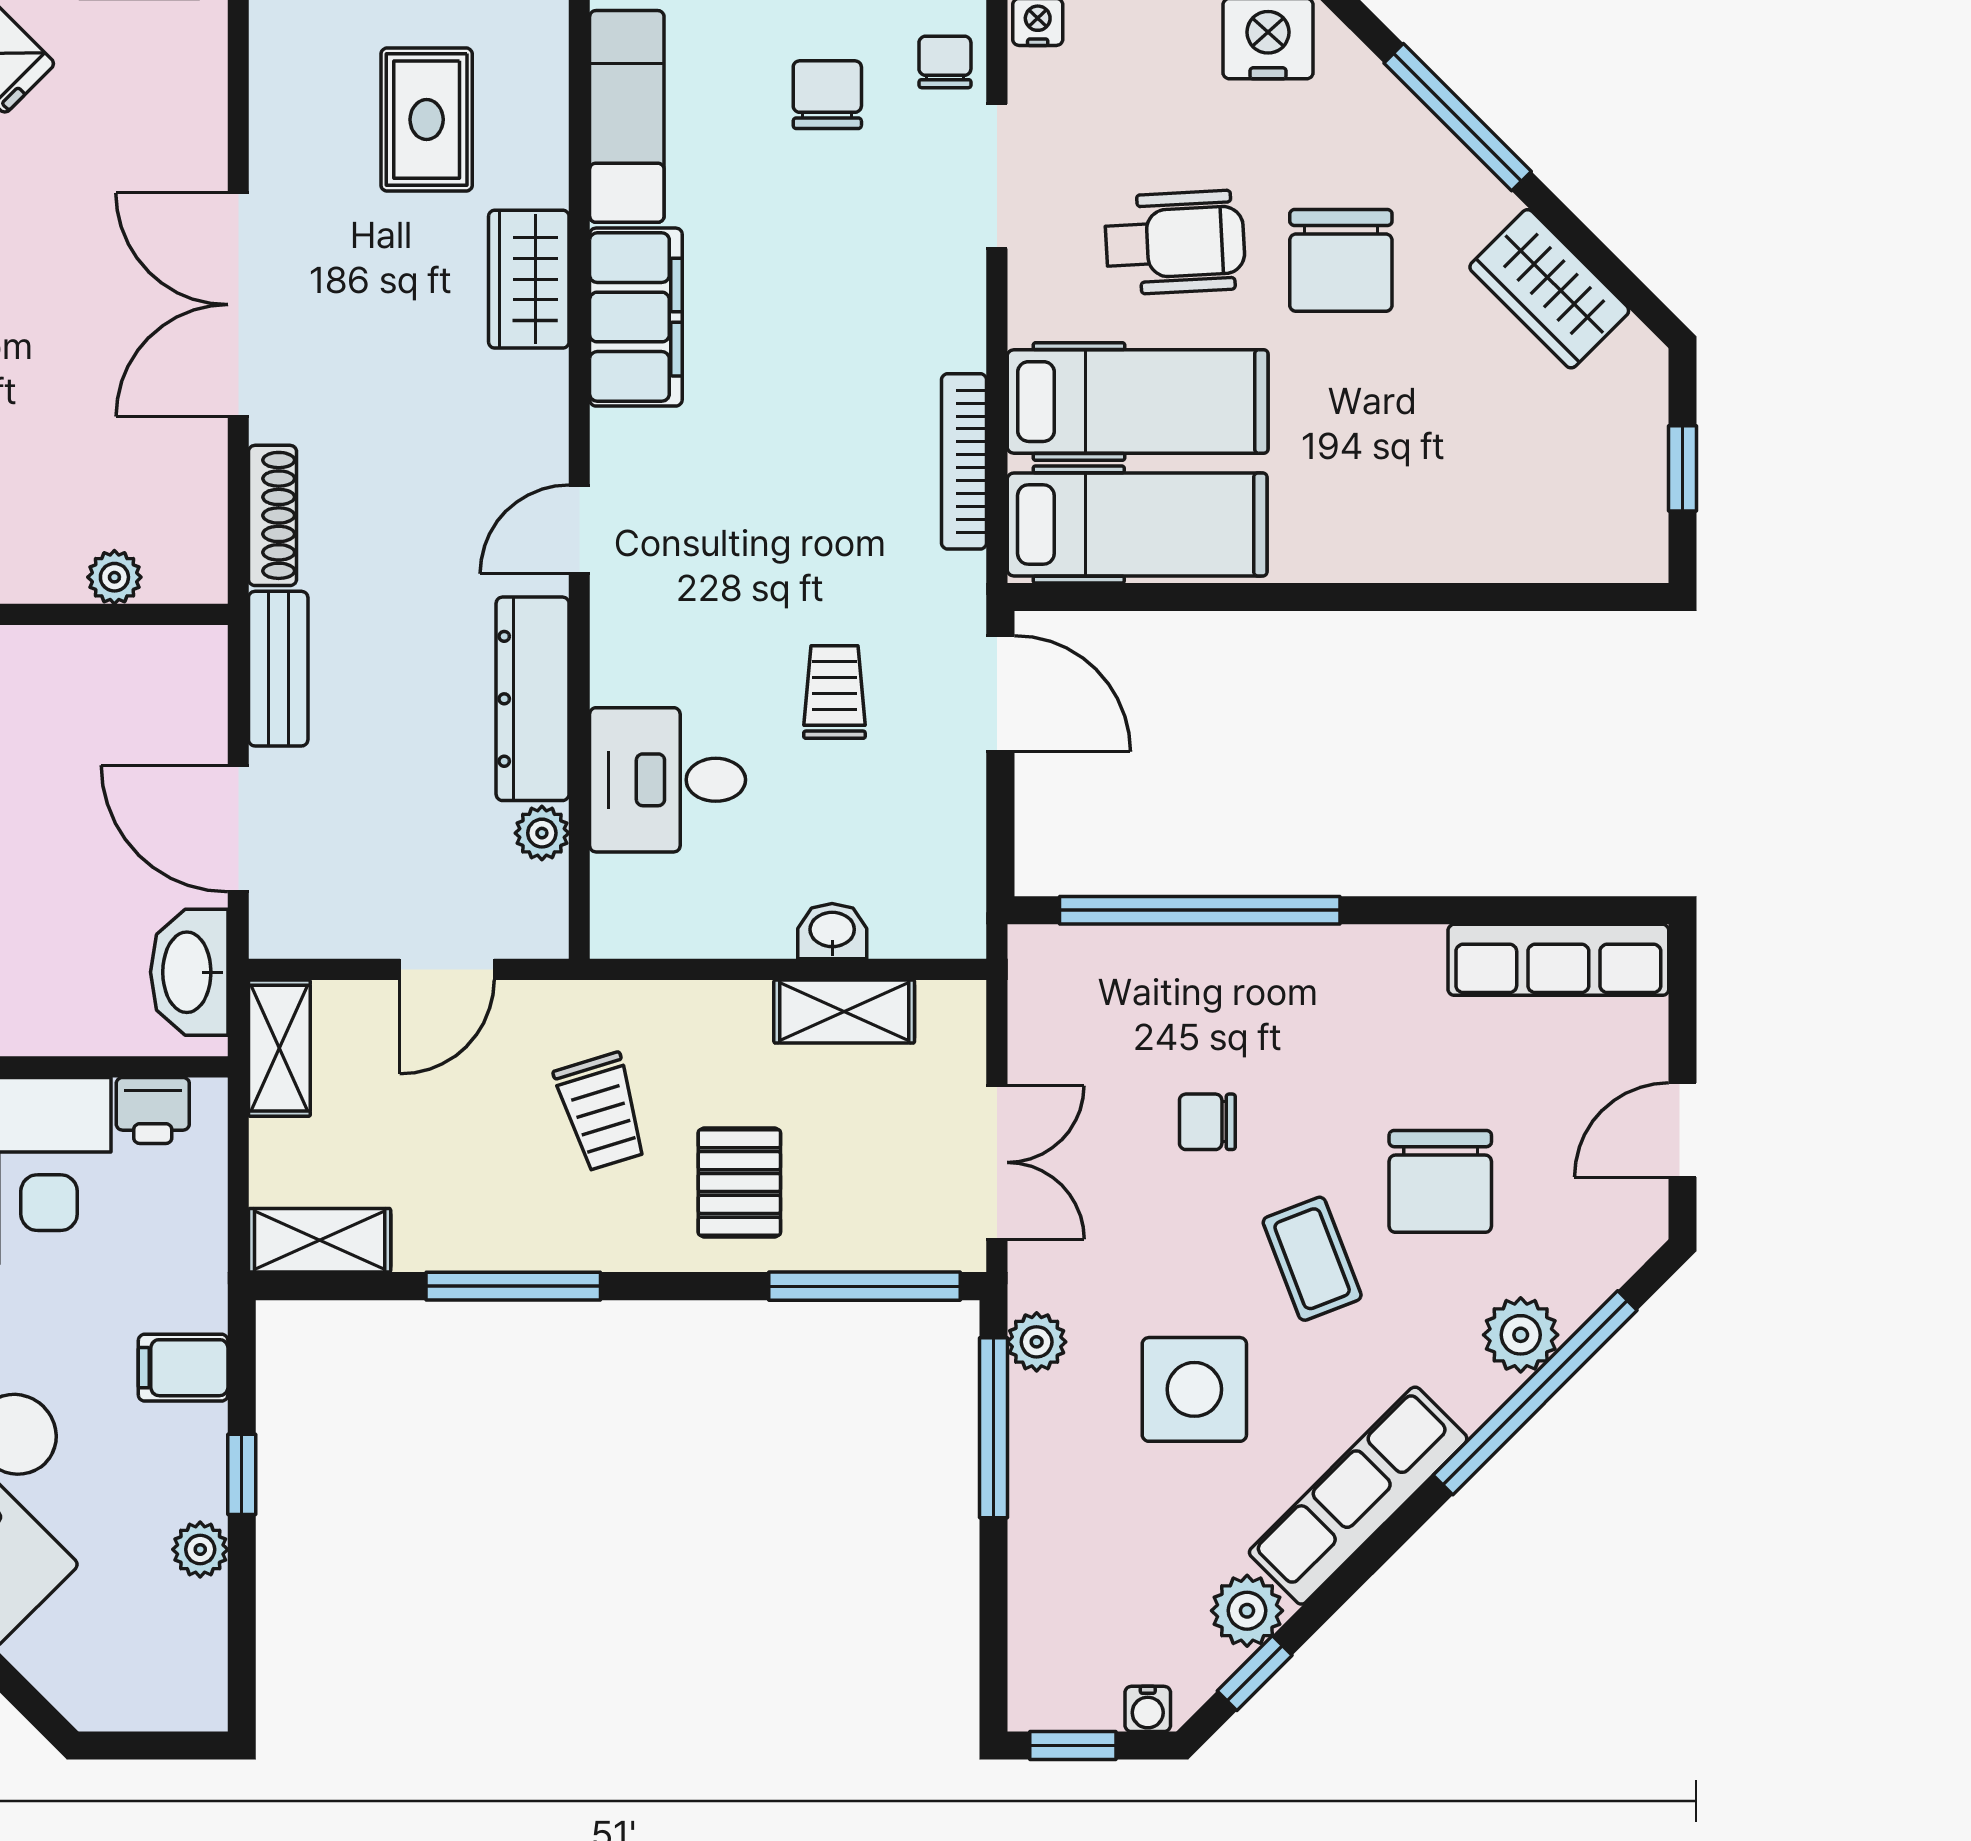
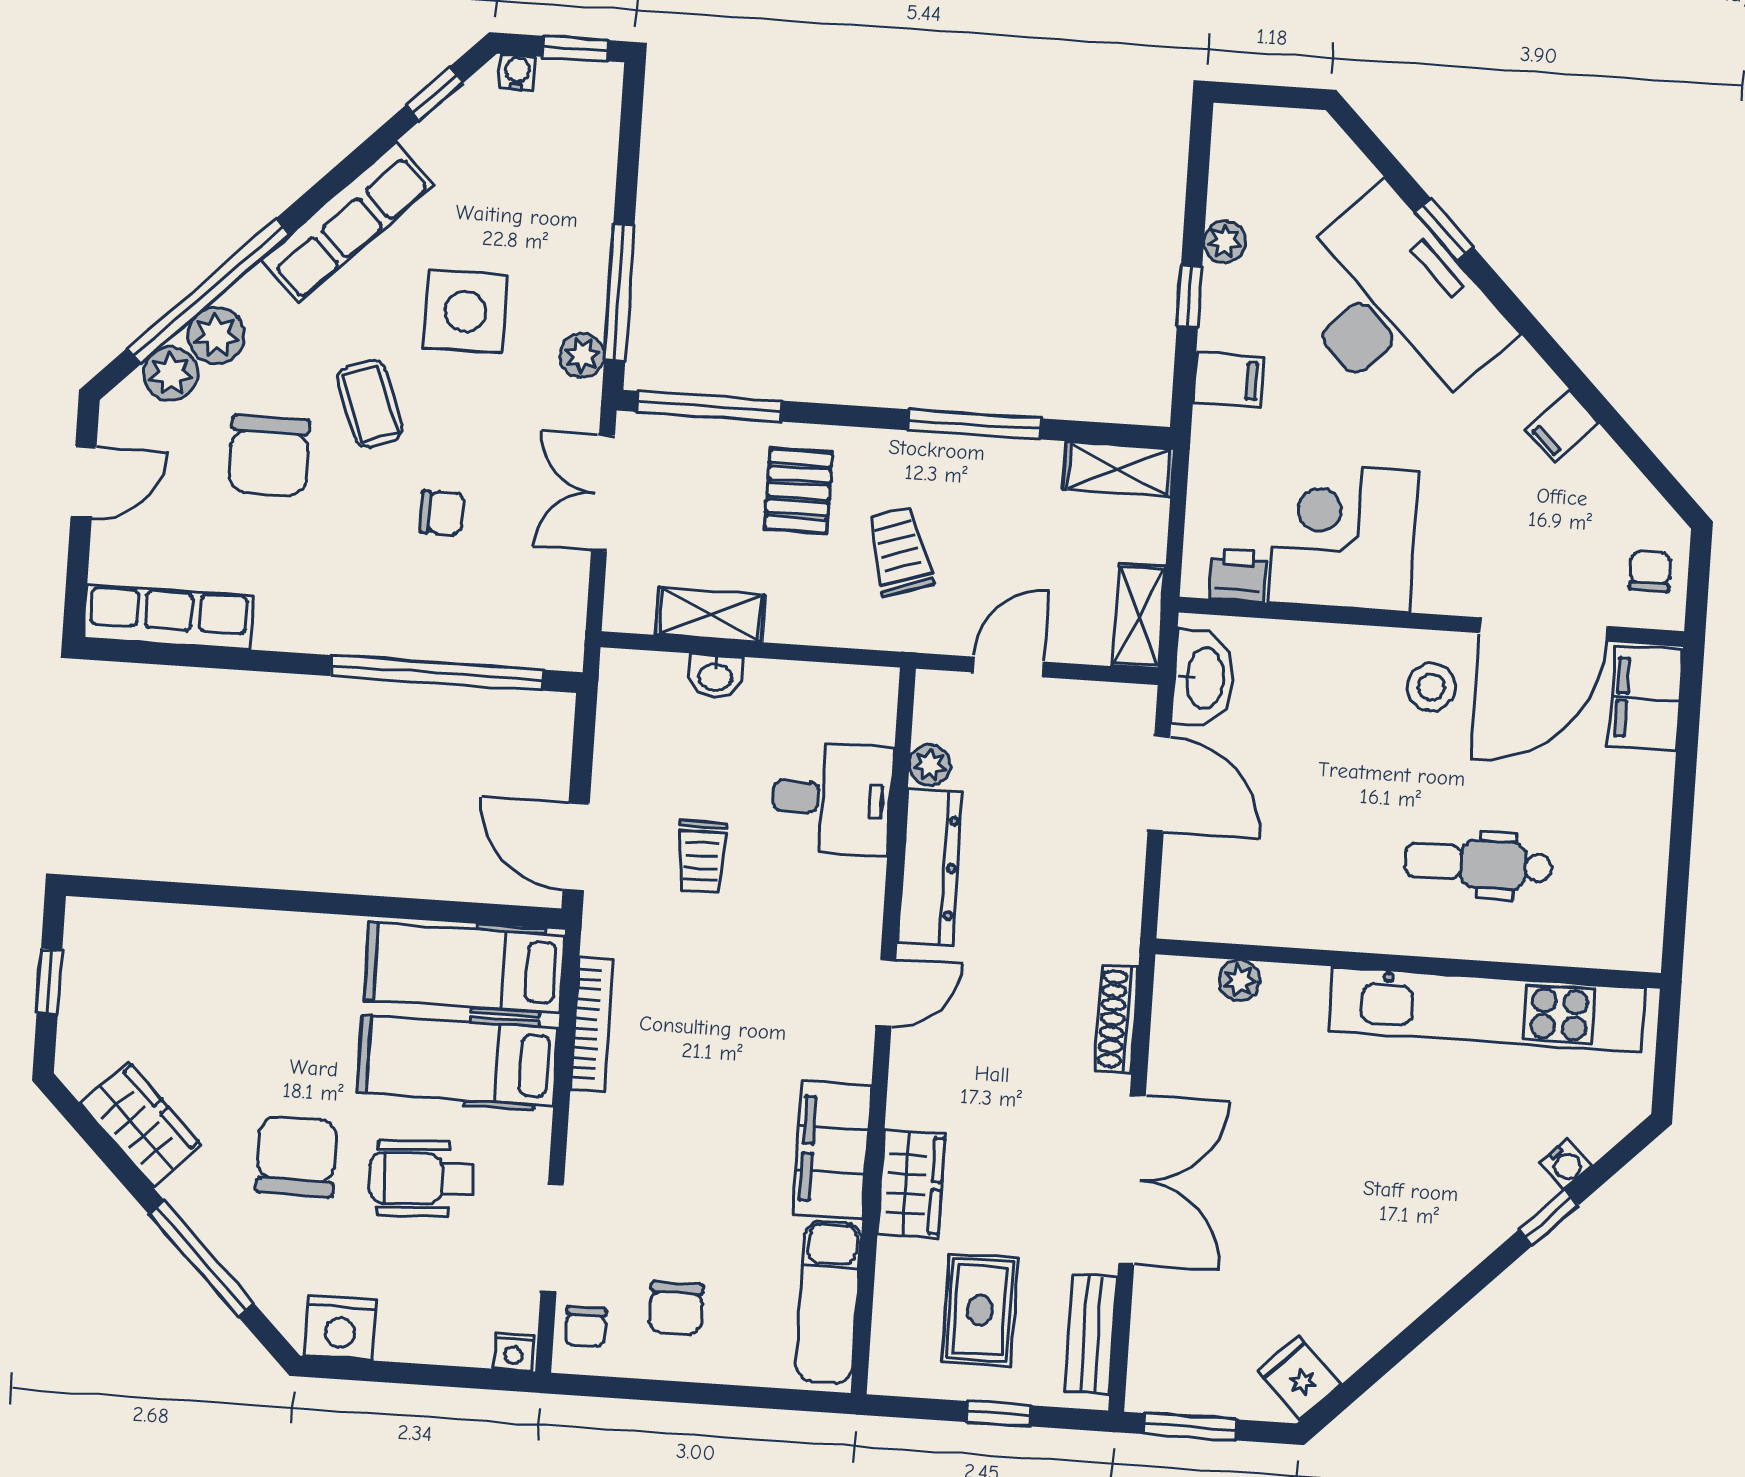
bench: (278, 669) -> (1091, 1334), moved
chair: (1440, 1181) -> (269, 456), turned 180
plant: (1247, 1611) -> (171, 374), moved

